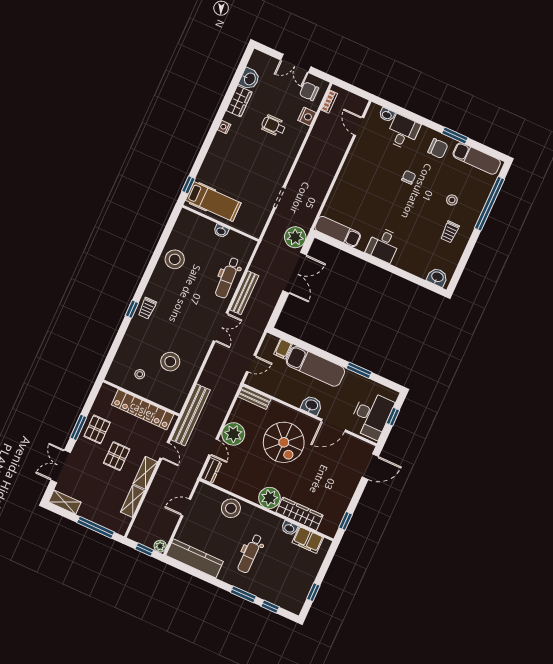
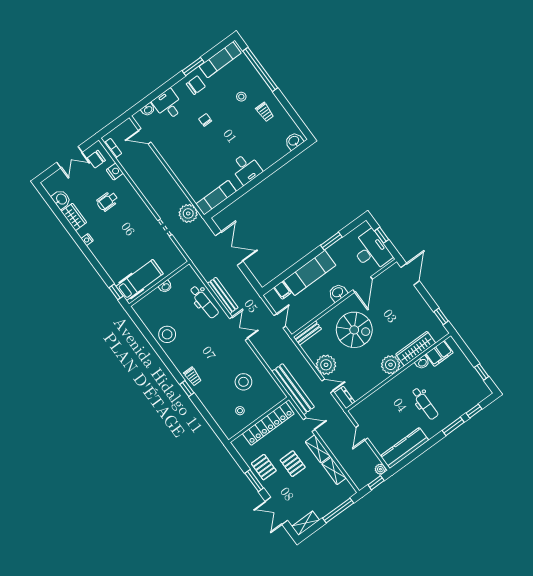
plant: (295, 237) -> (188, 213), moved
stool: (231, 508) -> (382, 399), removed

